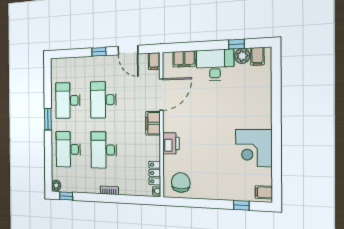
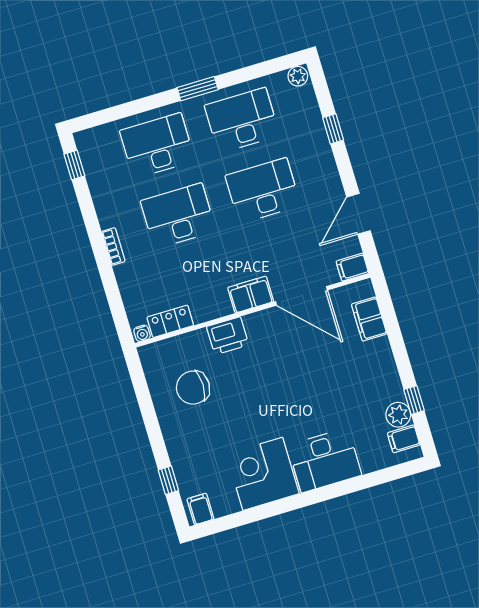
window: (99, 52) -> (333, 129), moved
desk: (215, 65) -> (325, 460), moved, turned 90
chair: (181, 183) -> (193, 388), moved, turned 180
plant: (56, 185) -> (298, 76), moved

